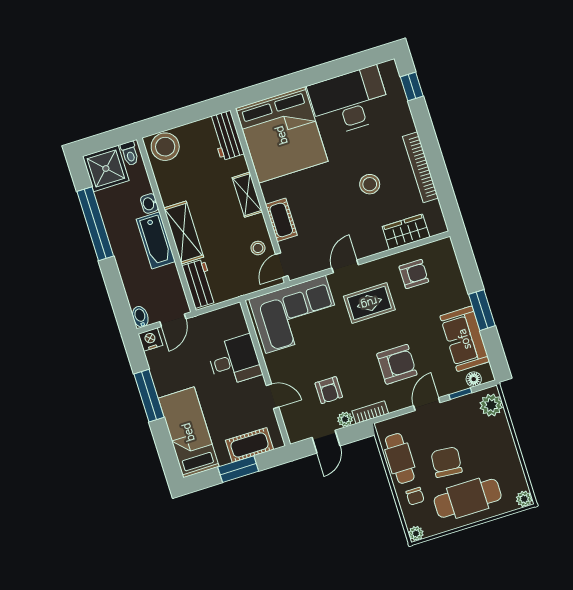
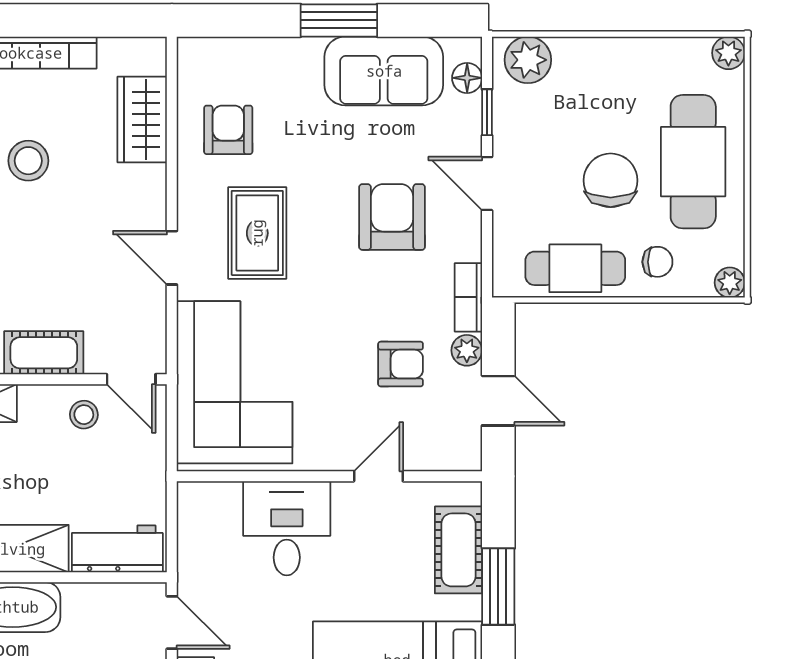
chair: (447, 462) -> (611, 180), turned 85

